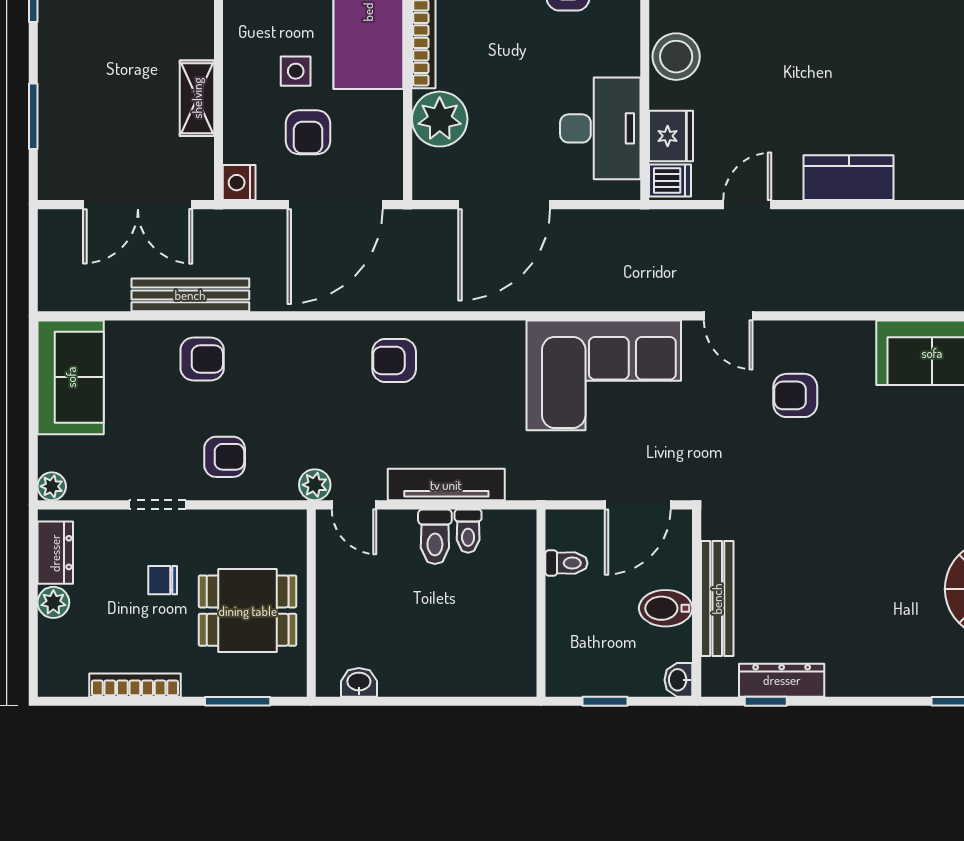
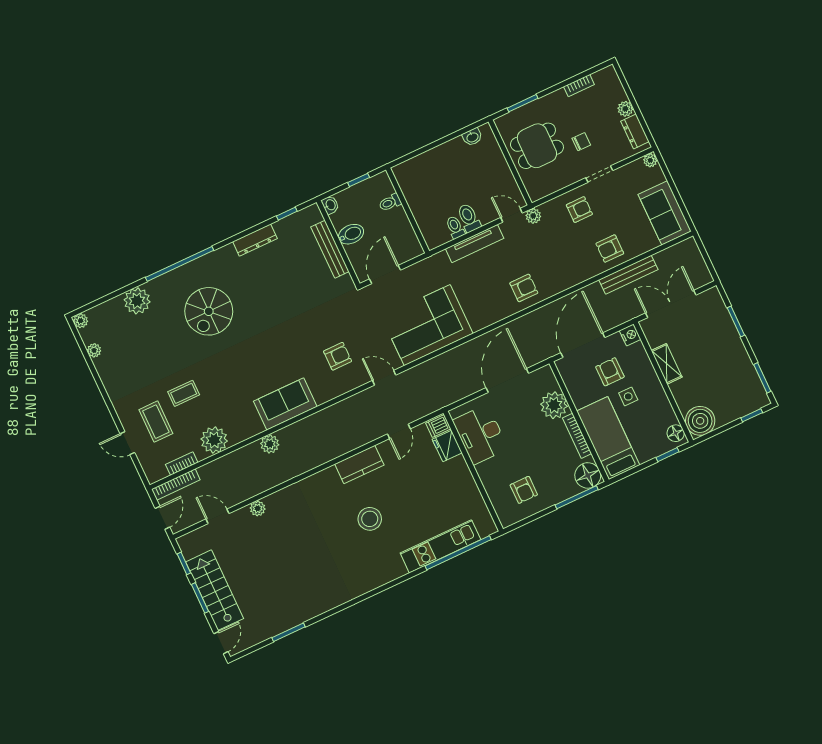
stool: (676, 57) -> (370, 519), moved
armchair: (225, 457) -> (579, 210), turned 180
toilet: (566, 563) -> (390, 202), moved
dresser: (782, 680) -> (255, 240), moved
bookcase: (135, 685) -> (579, 86), width x0.64

